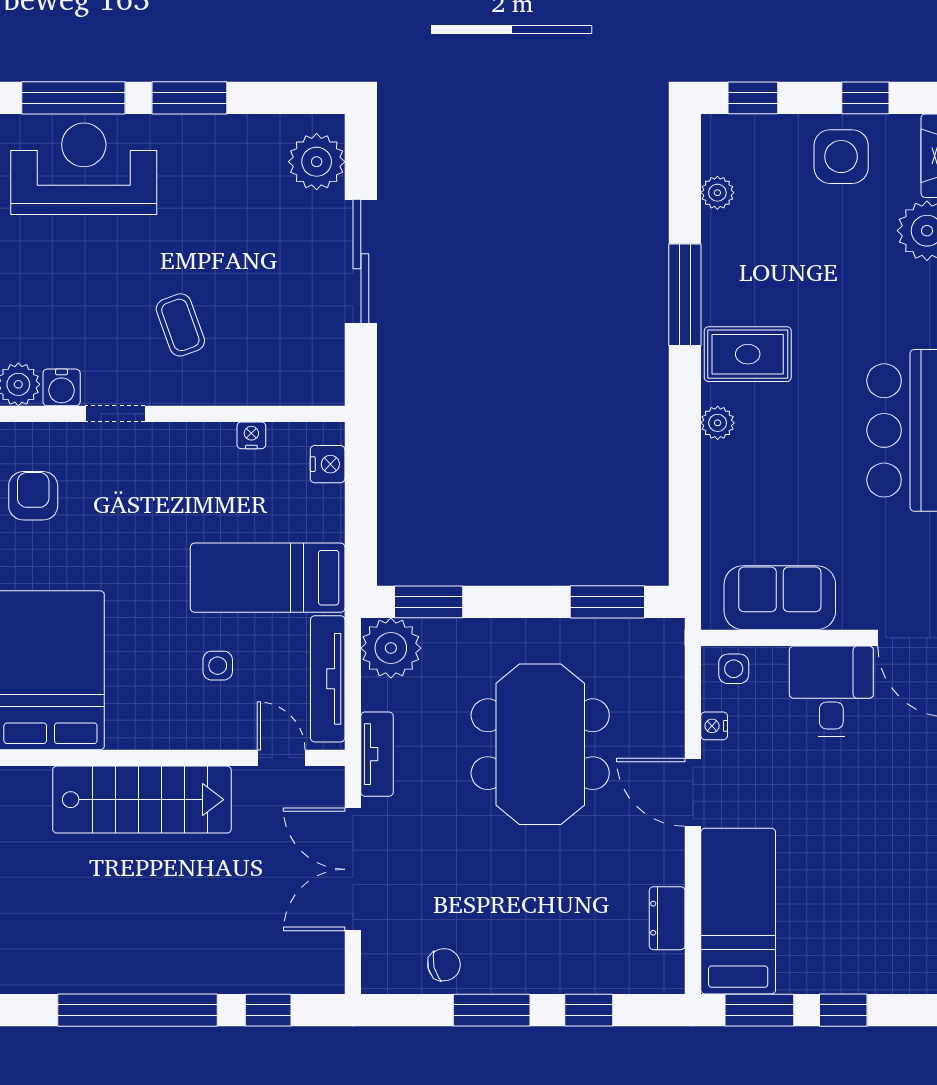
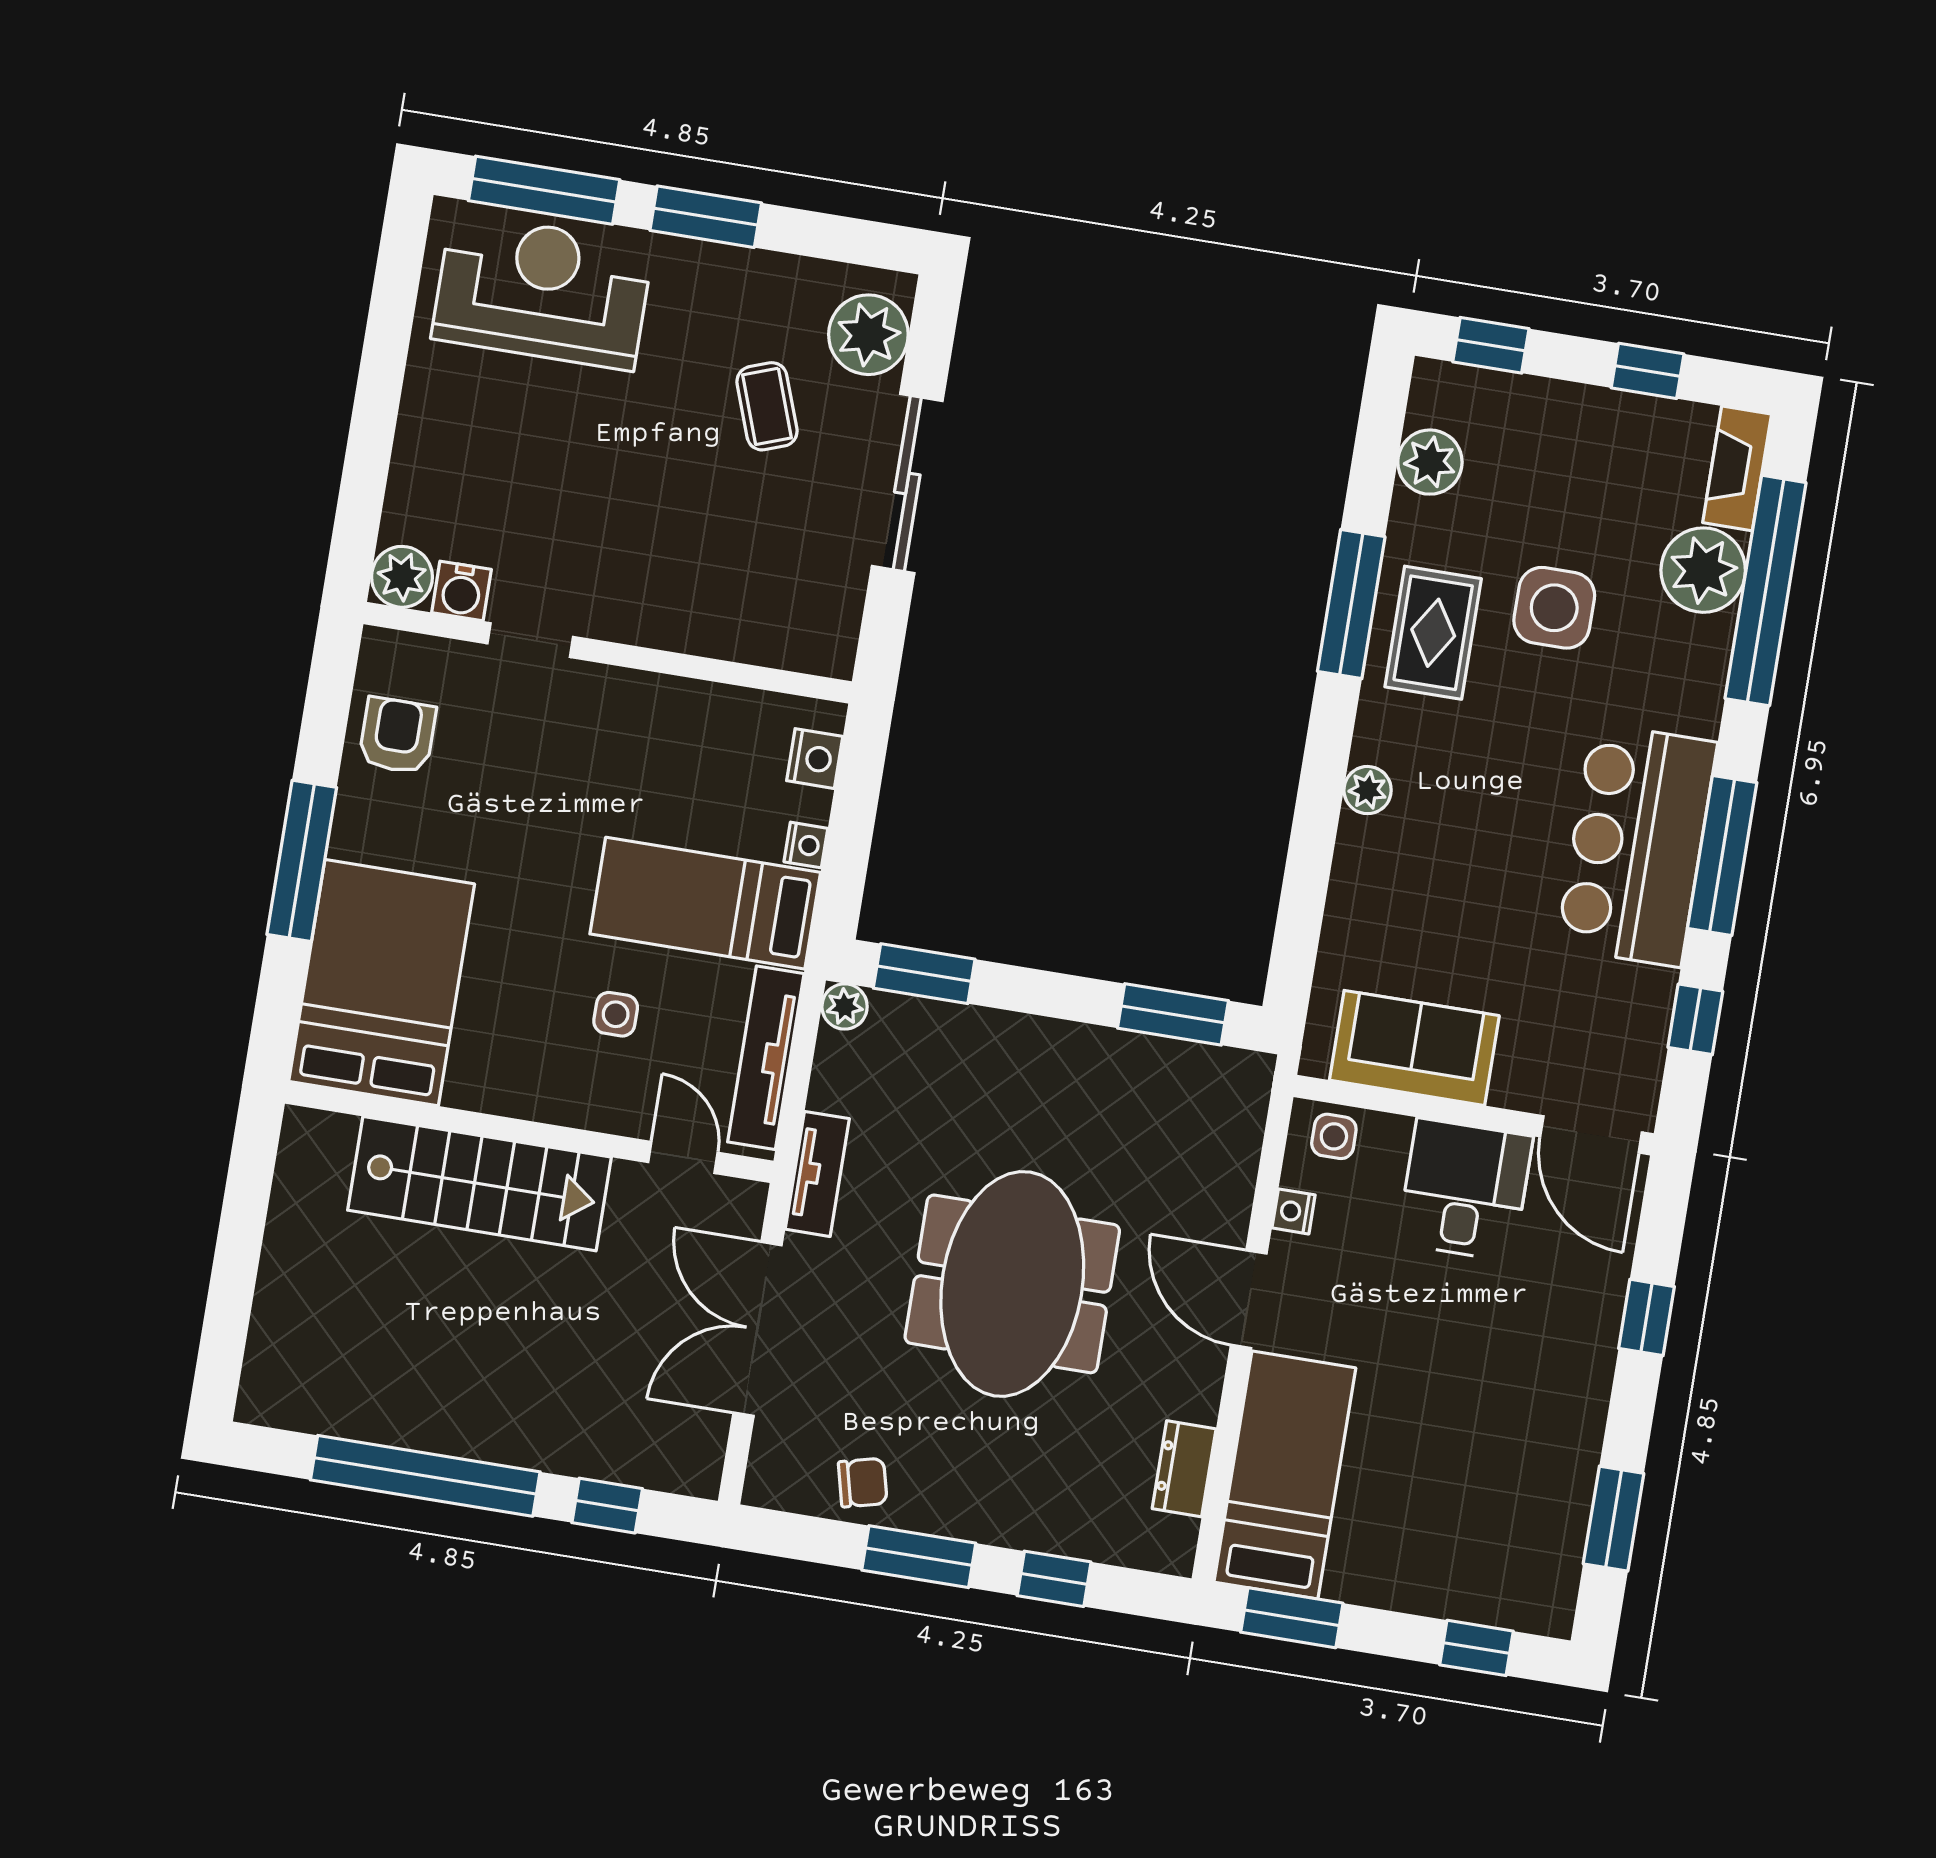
side table: (841, 157) -> (1554, 608), moved
plant: (717, 193) -> (1430, 462), width x1.38, depth x1.38
coffee table: (180, 325) -> (767, 406), moved
rug: (748, 354) -> (1433, 633), moved, turned 90
nightstand: (251, 435) -> (806, 845), moved, turned 90
plant: (391, 648) -> (845, 1006), width x0.53, depth x0.53
meeting table: (540, 744) -> (1012, 1284), moved
window: (843, 1010) -> (1476, 1648), moved

